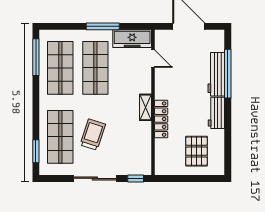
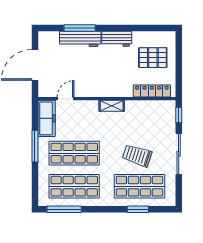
window: (228, 74) -> (80, 28), width x0.68
locker: (161, 119) -> (152, 91), moved
window: (36, 151) -> (138, 209), moved

